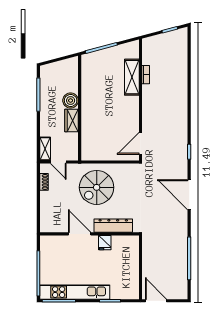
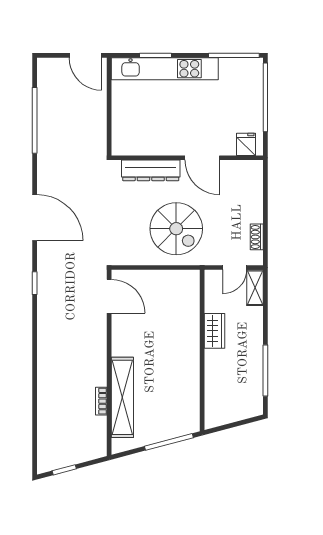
shelving: (132, 77) -> (122, 397), width x1.47
boiler: (71, 101) -> (216, 362), removed
door: (140, 143) -> (109, 296), hinge flipped
door: (58, 162) -> (235, 268), swing flipped
spiral stairs: (97, 187) -> (176, 229), turned 90
fridge: (105, 243) -> (246, 144), moved
kitchen unit: (75, 292) -> (165, 69), moved

